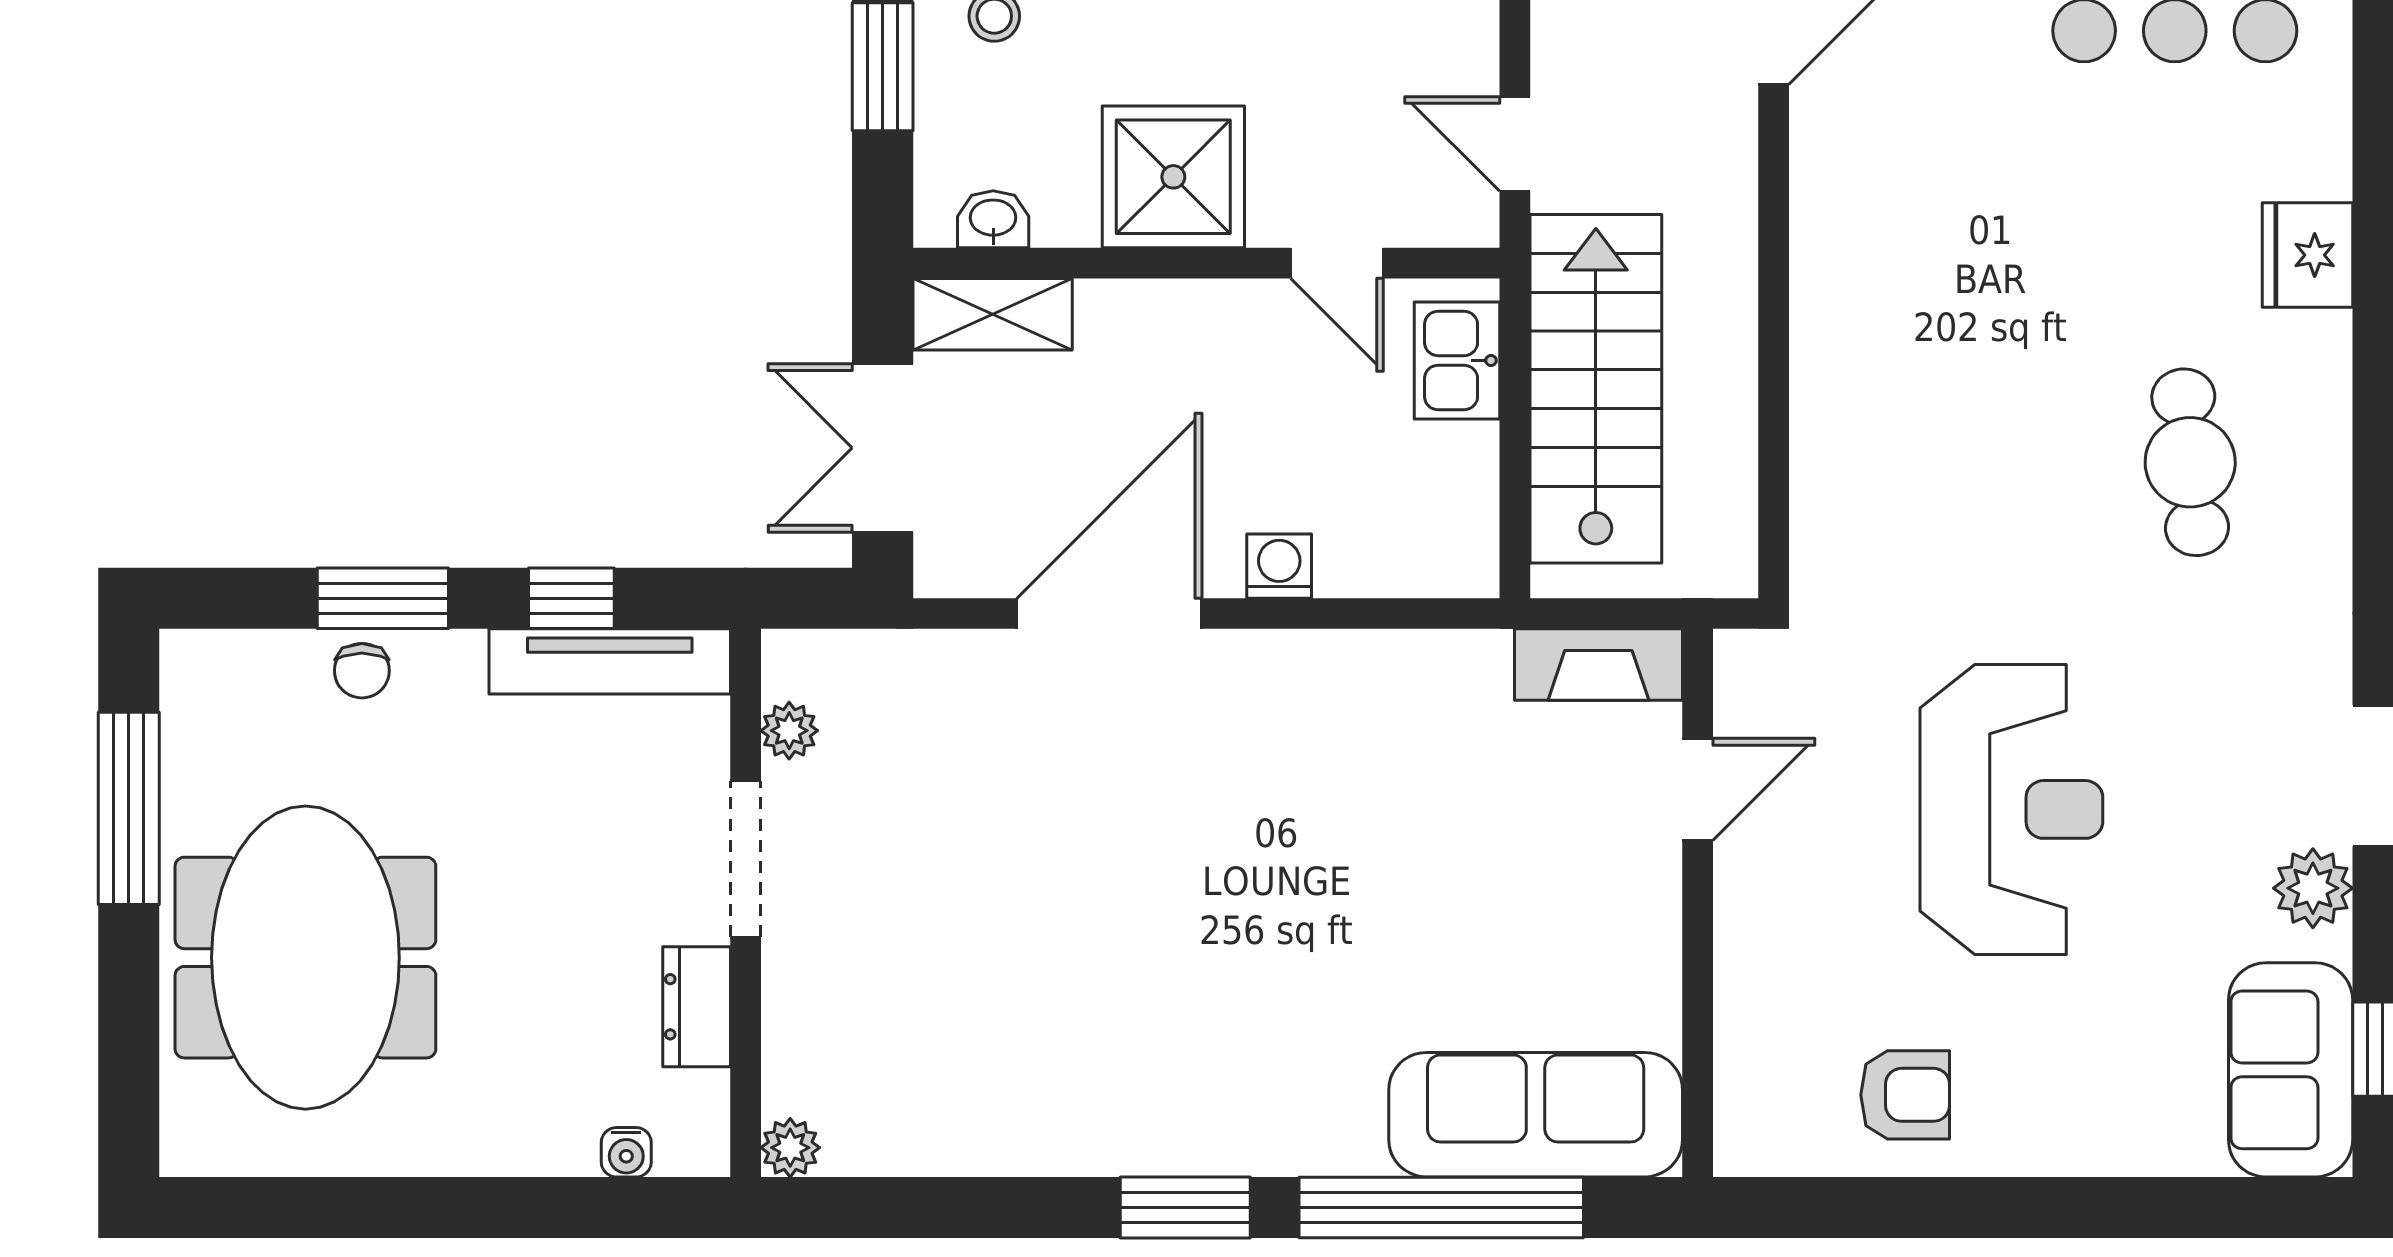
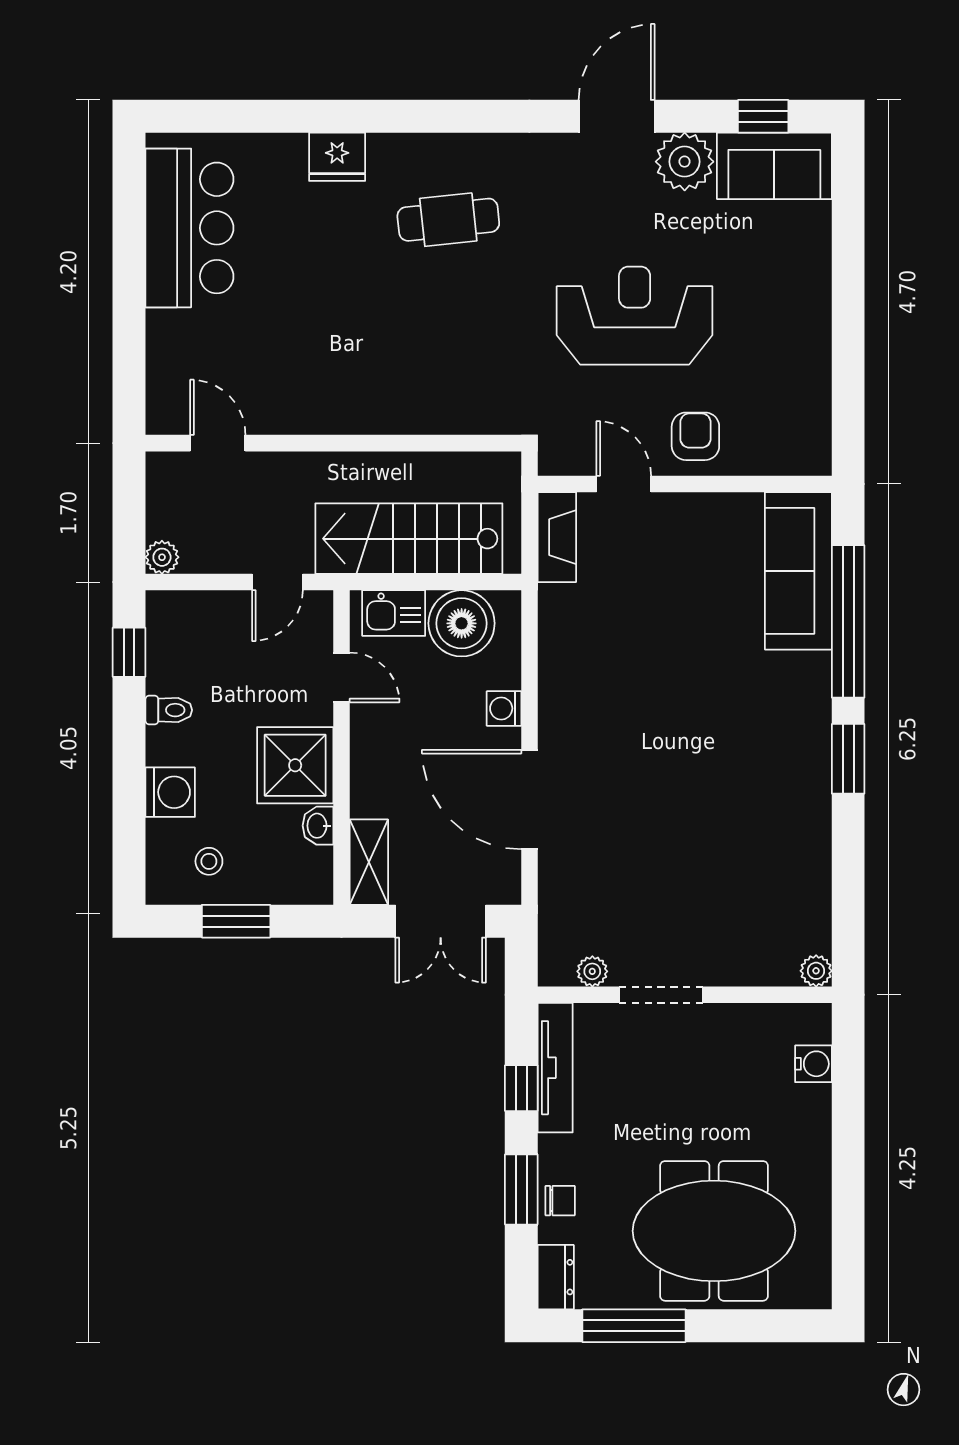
washbasin: (993, 219) -> (318, 826), moved
door: (1337, 263) -> (341, 677), hinge flipped
boiler: (1438, 487) -> (462, 623), added
plant: (2313, 888) -> (685, 162), width x1.36, depth x1.36
dresser: (697, 1007) -> (556, 1277), moved, turned -90
armchair: (1905, 1095) -> (695, 436), moved
water cooler: (626, 1152) -> (813, 1064), width x1.38, depth x1.38

